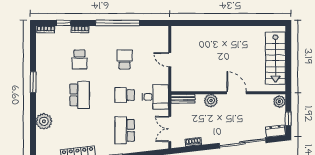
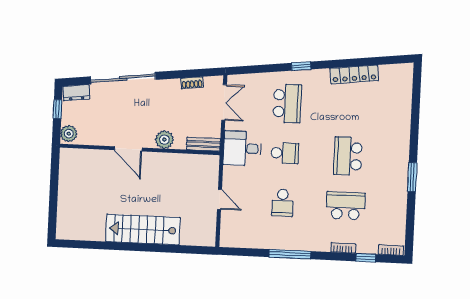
window: (118, 23) -> (290, 254), width x0.68
stairs: (276, 58) -> (143, 229), moved, turned -90
school desk: (80, 59) -> (346, 206), width x1.85
plant: (44, 121) -> (400, 122), removed

